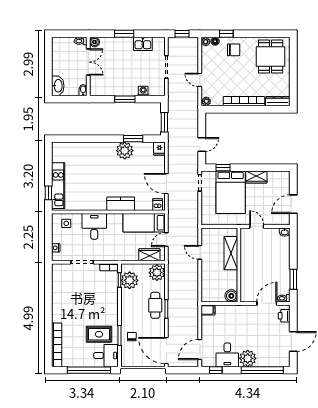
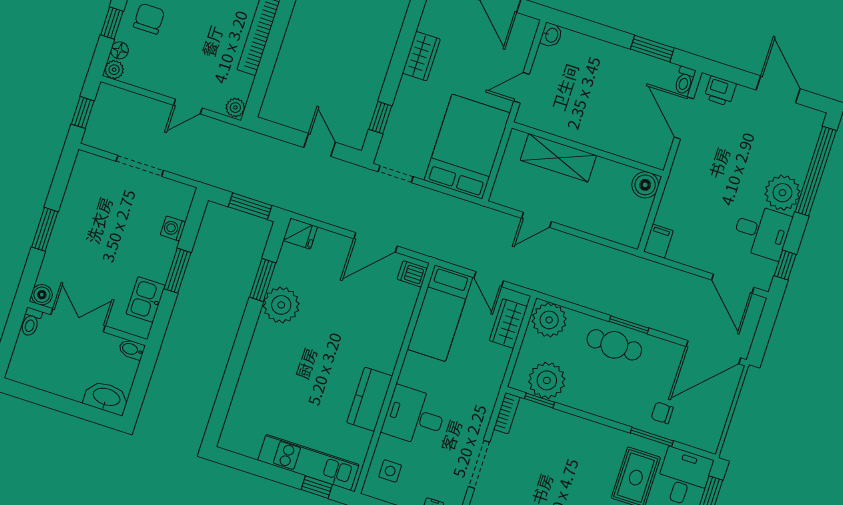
kitchen sink: (143, 44) -> (146, 299), moved, turned 180
bed: (231, 192) -> (467, 147), moved, turned -90
kitchen counter: (121, 204) -> (370, 399), moved

